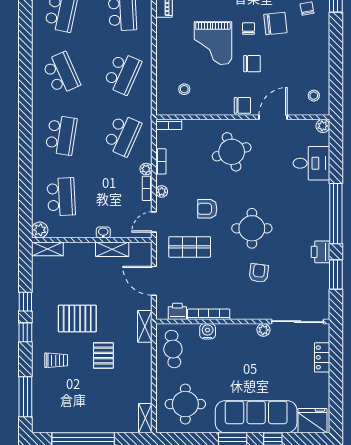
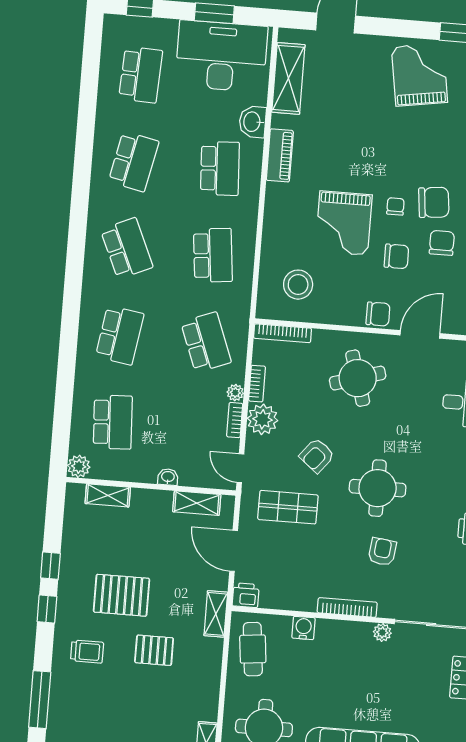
chair: (283, 52) -> (442, 243), added
school desk: (122, 73) -> (213, 255), turned -30
stool: (184, 89) -> (298, 285), width x1.89, depth x1.89
bookcase: (169, 124) -> (283, 333), width x1.56
school desk: (122, 135) -> (206, 342), turned -45
plant: (162, 191) -> (263, 419), width x1.88, depth x1.88
armchair: (207, 209) -> (317, 456), turned -51
door: (154, 222) -> (240, 468), hinge flipped
shelving: (47, 249) -> (108, 495), moved
shelving: (112, 249) -> (197, 503), moved
printer: (177, 311) -> (246, 595), moved
bookcase: (209, 314) -> (347, 607), moved
pallet: (103, 356) -> (154, 650), turned 90

